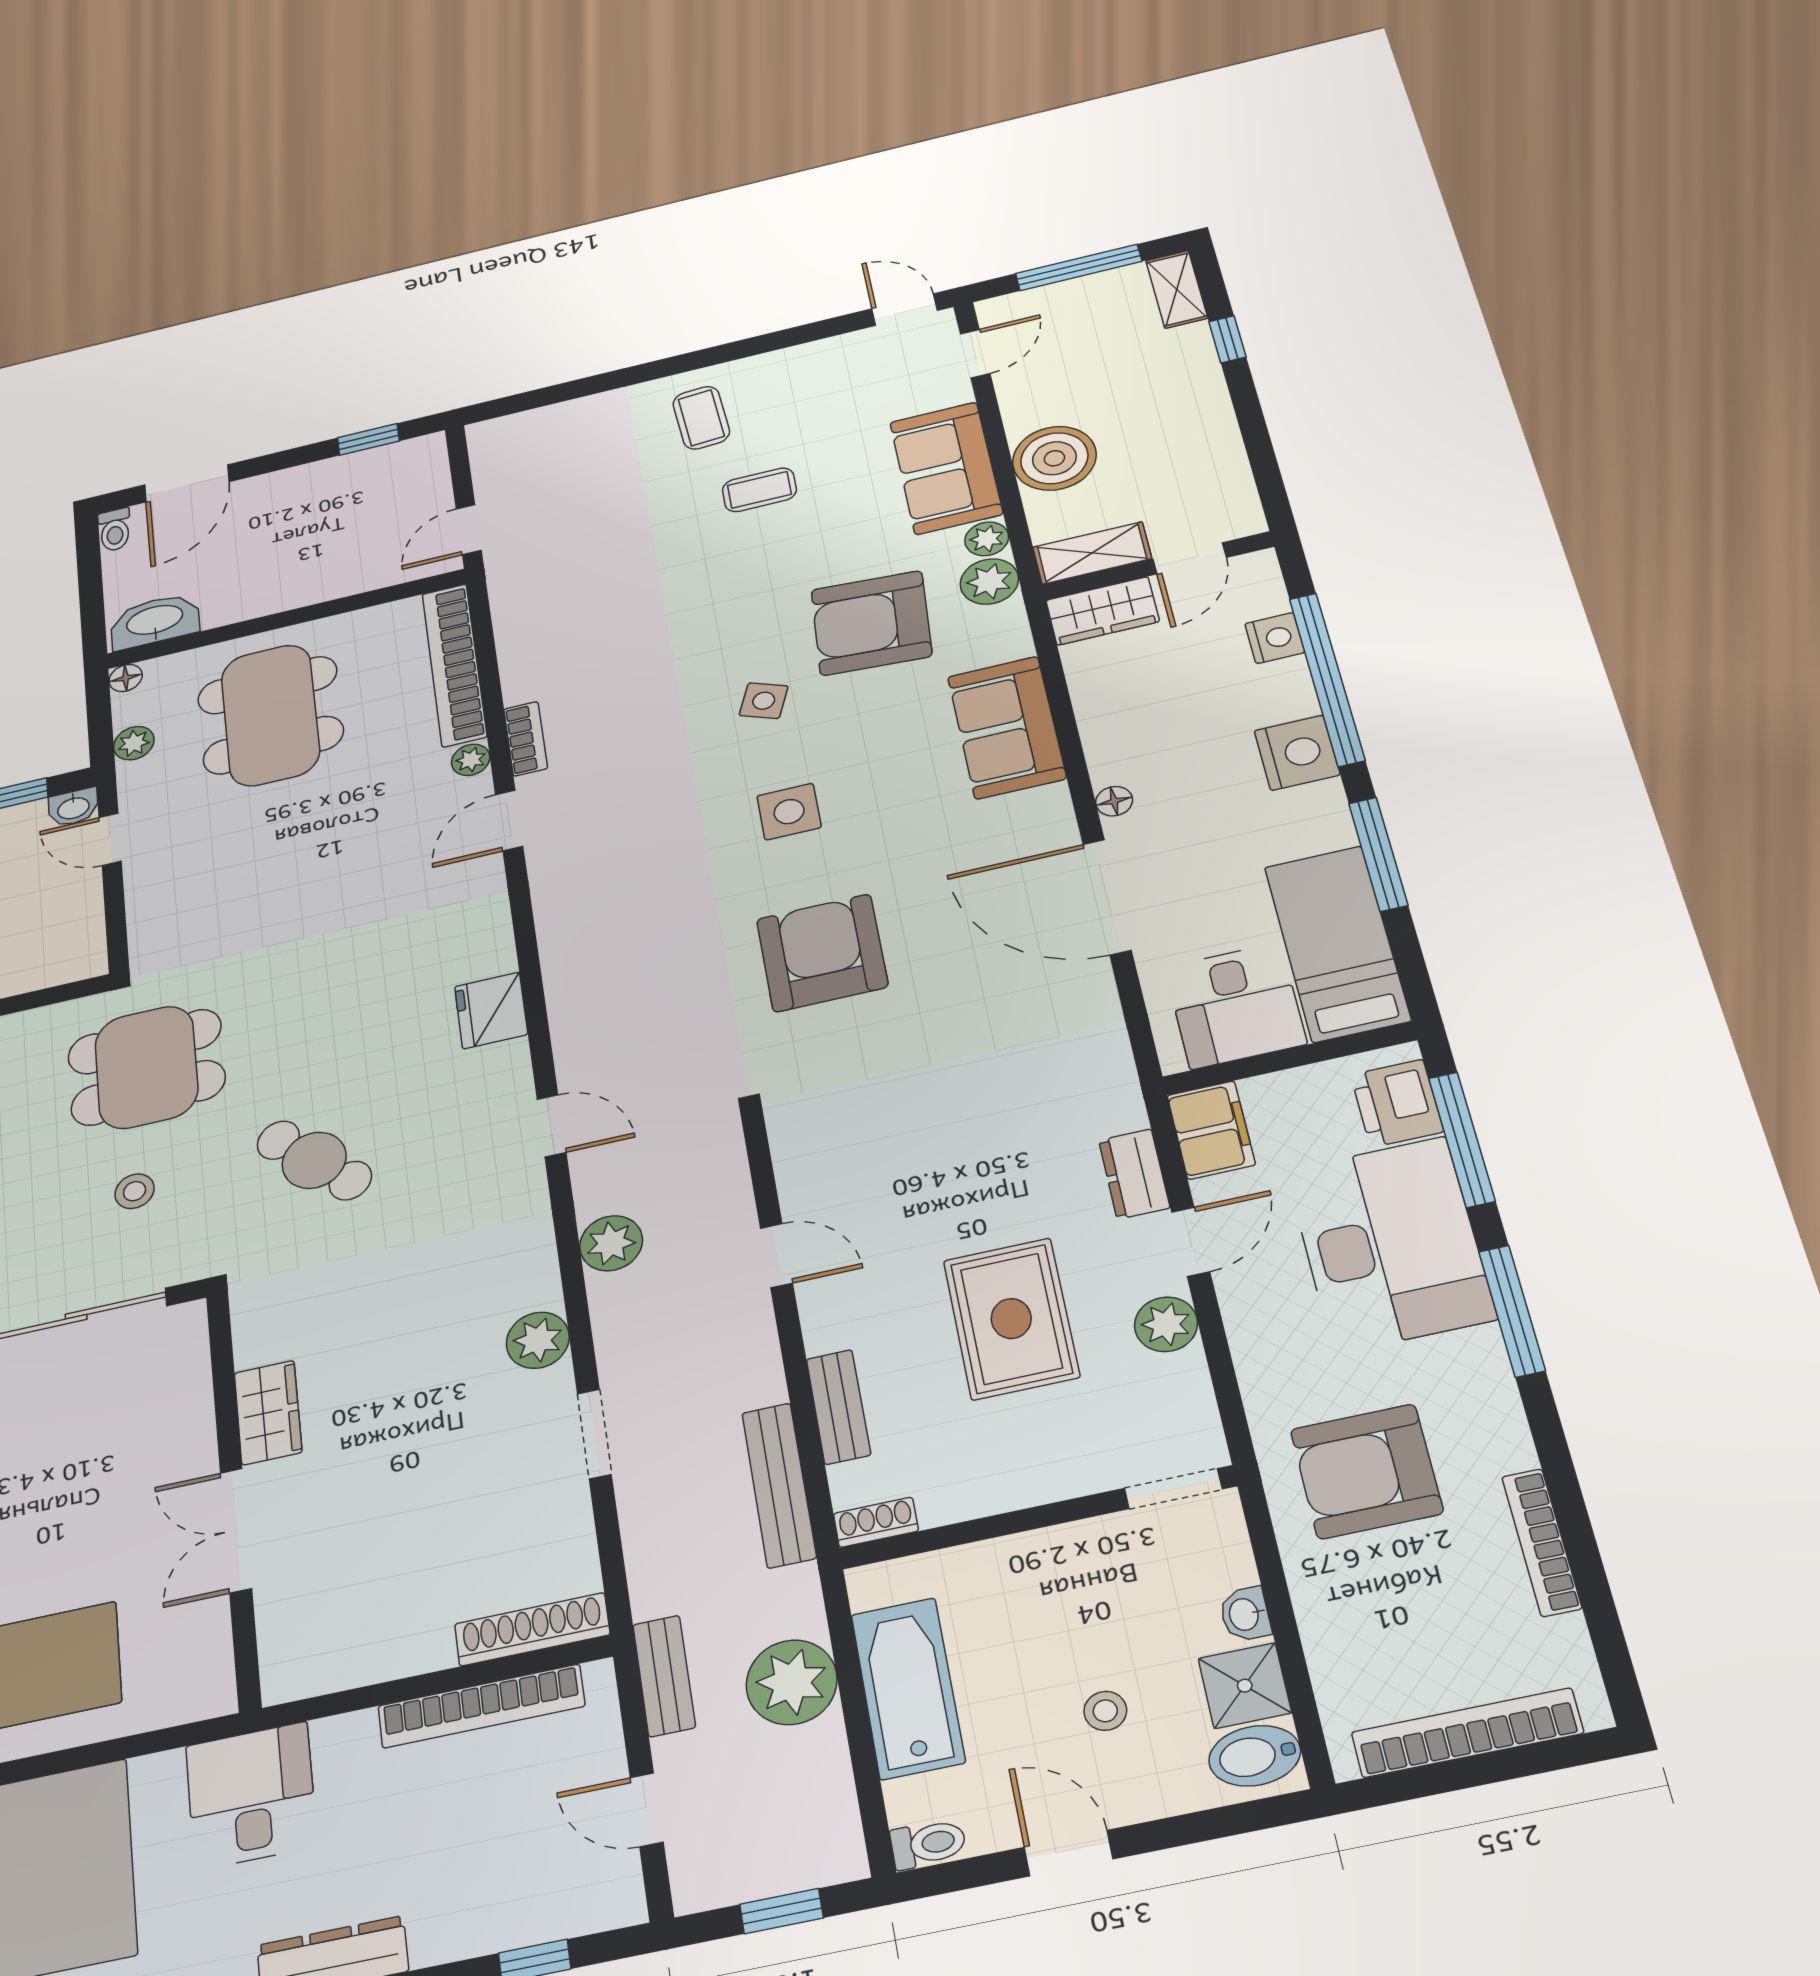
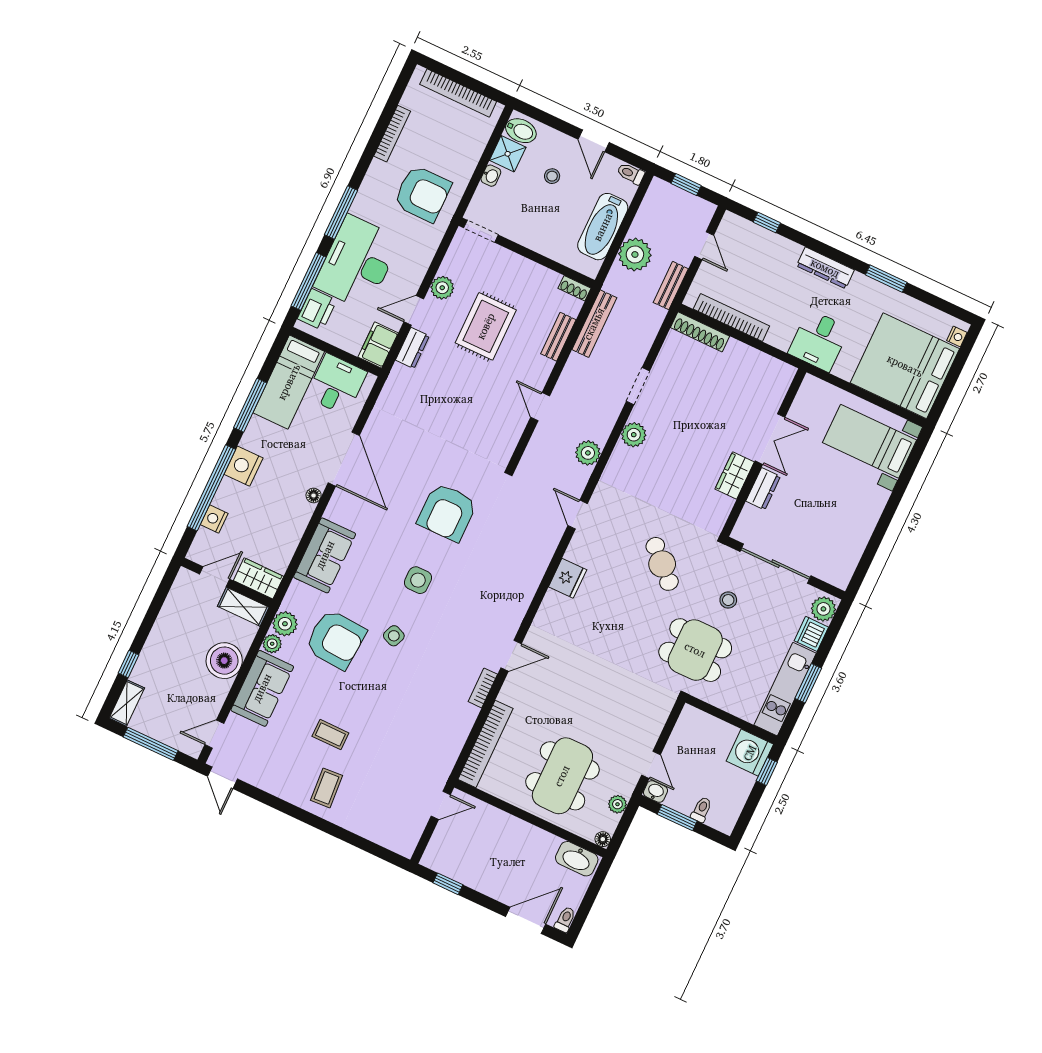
plant: (471, 760) -> (507, 694), removed
dresser: (190, 1430) -> (763, 489), added

